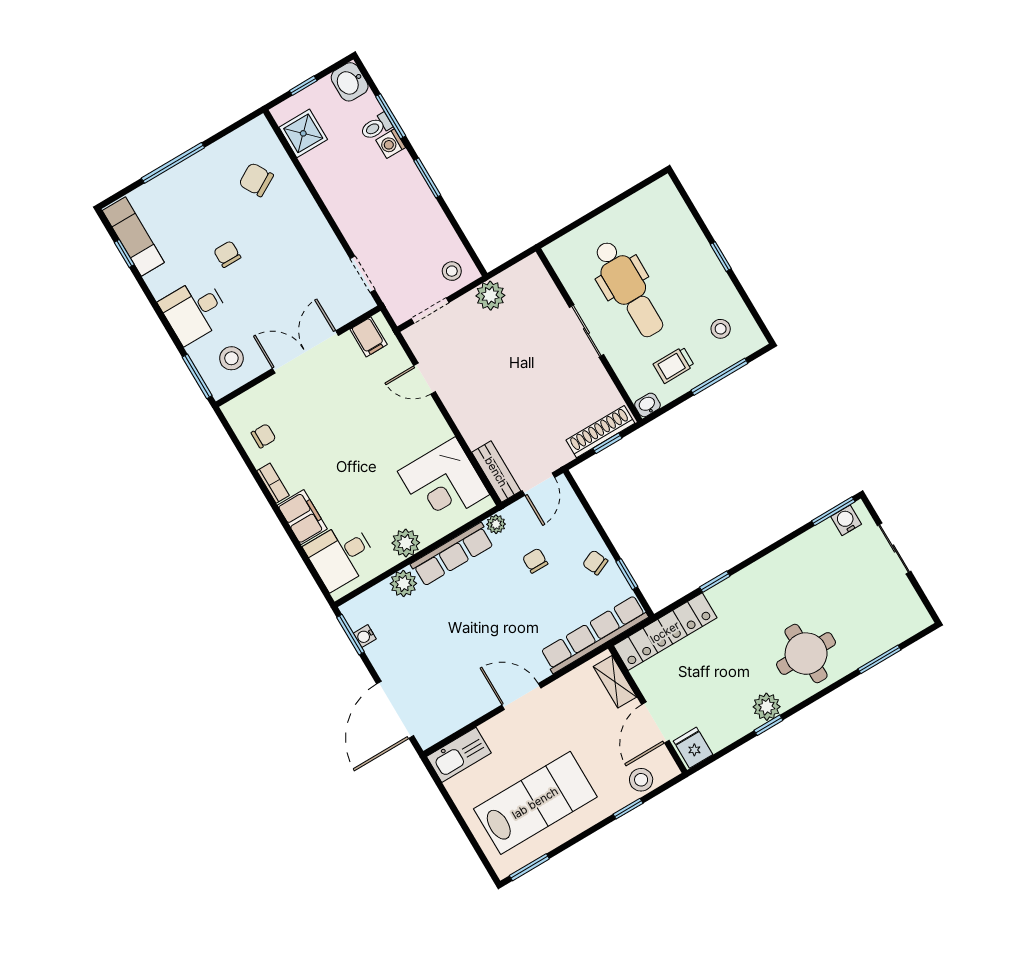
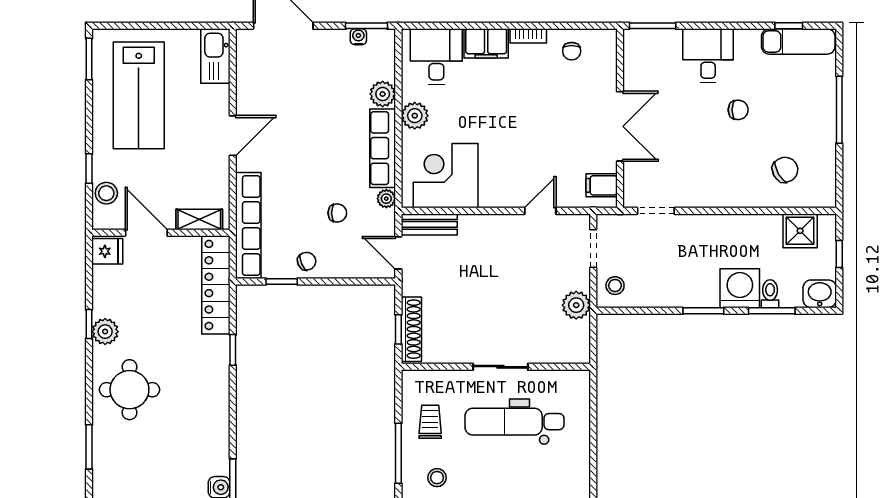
washing machine: (391, 144) -> (740, 288), width x1.89, depth x1.89
stool: (231, 358) -> (651, 63), removed
washbasin: (647, 405) -> (410, 381), removed

